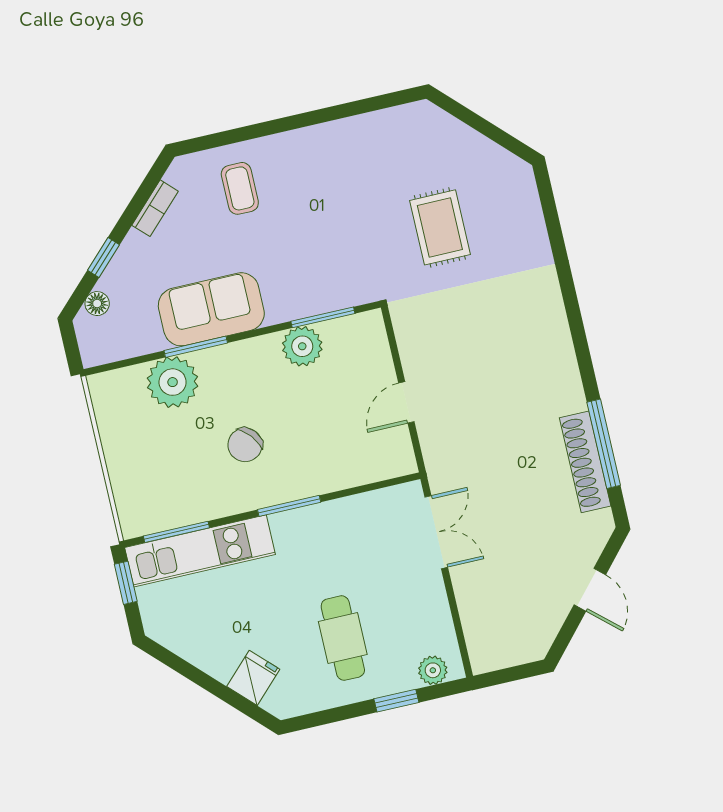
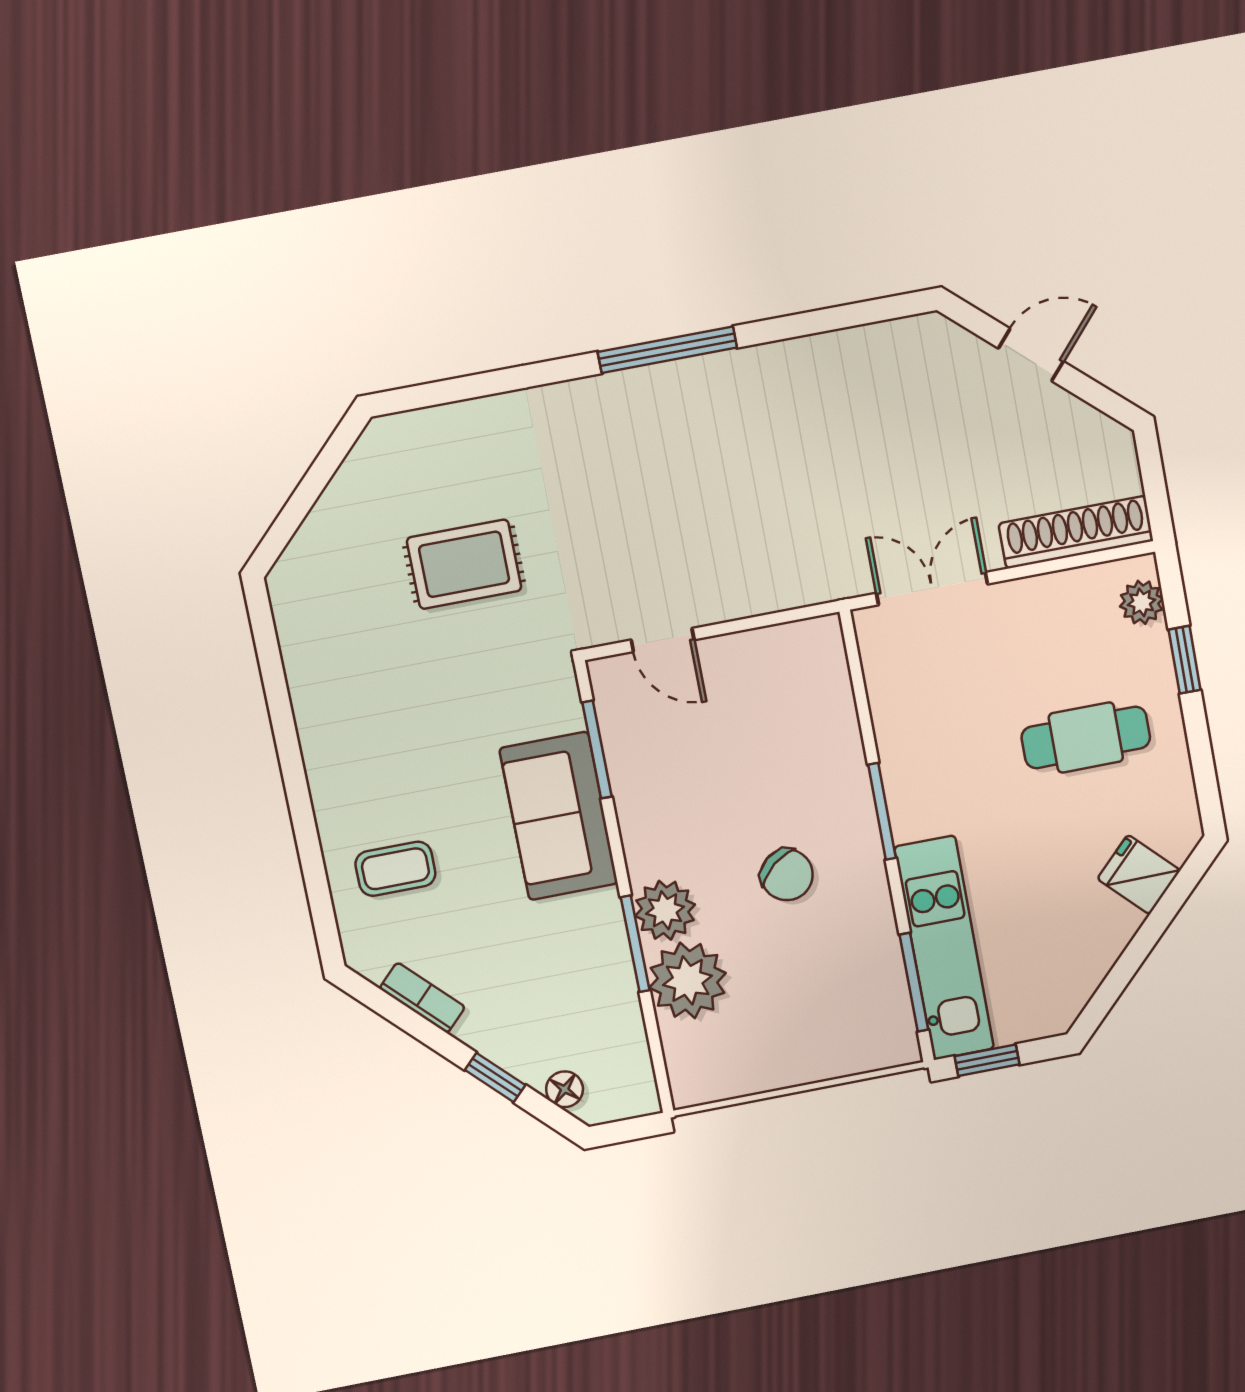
sofa: (211, 309) -> (559, 816), moved
plant: (302, 346) -> (665, 910), moved
door: (406, 402) -> (663, 640), moved
window: (604, 444) -> (667, 350), moved
shoe rack: (585, 462) -> (1076, 532), moved, turned 180

